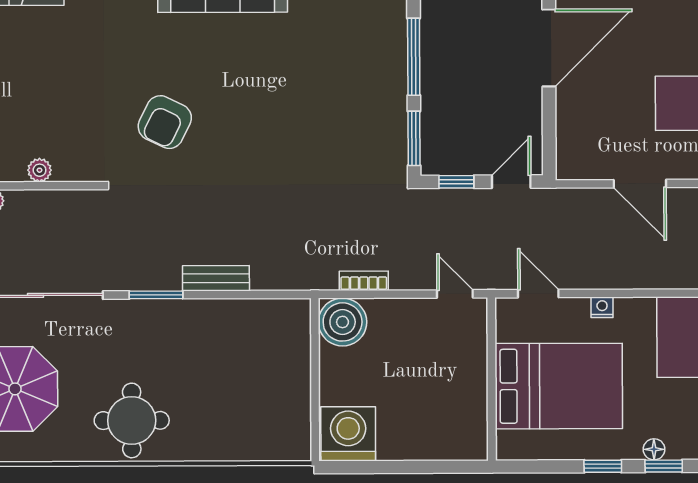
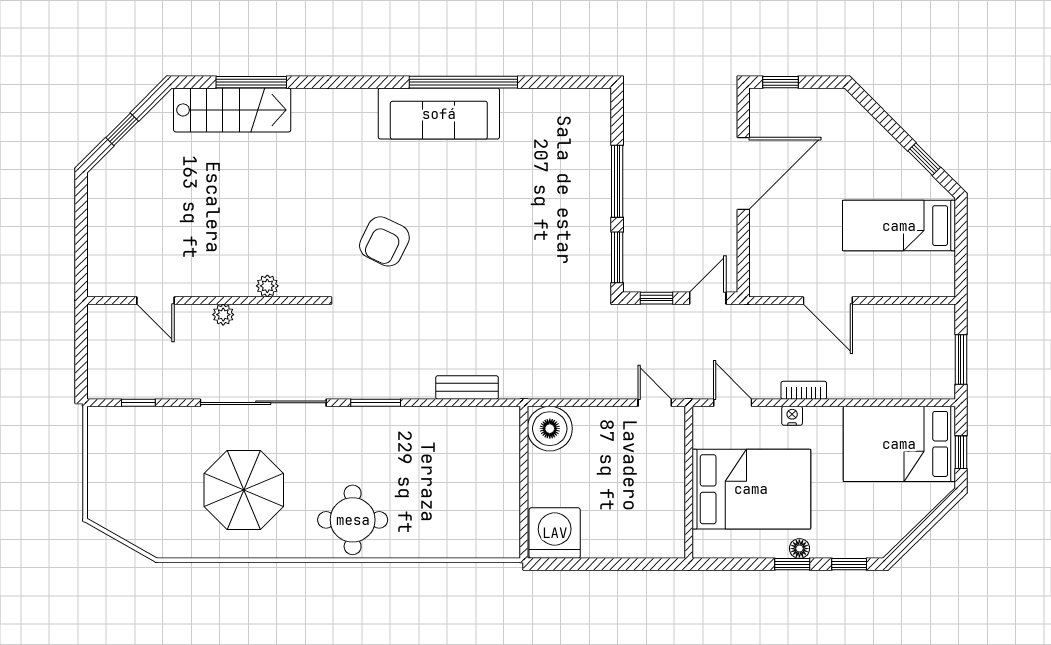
bench: (216, 278) -> (467, 387), moved
bookcase: (364, 281) -> (804, 390), moved
floor lamp: (654, 449) -> (799, 549), moved

